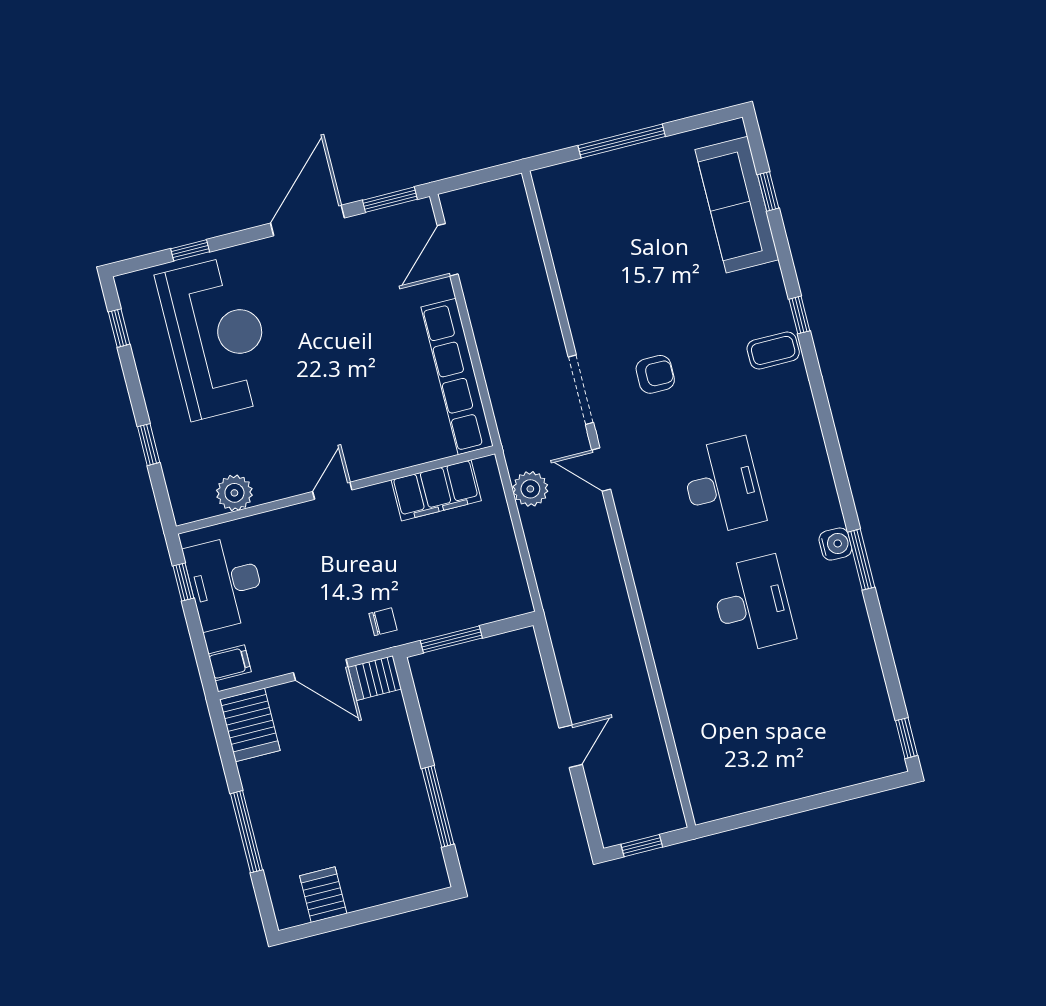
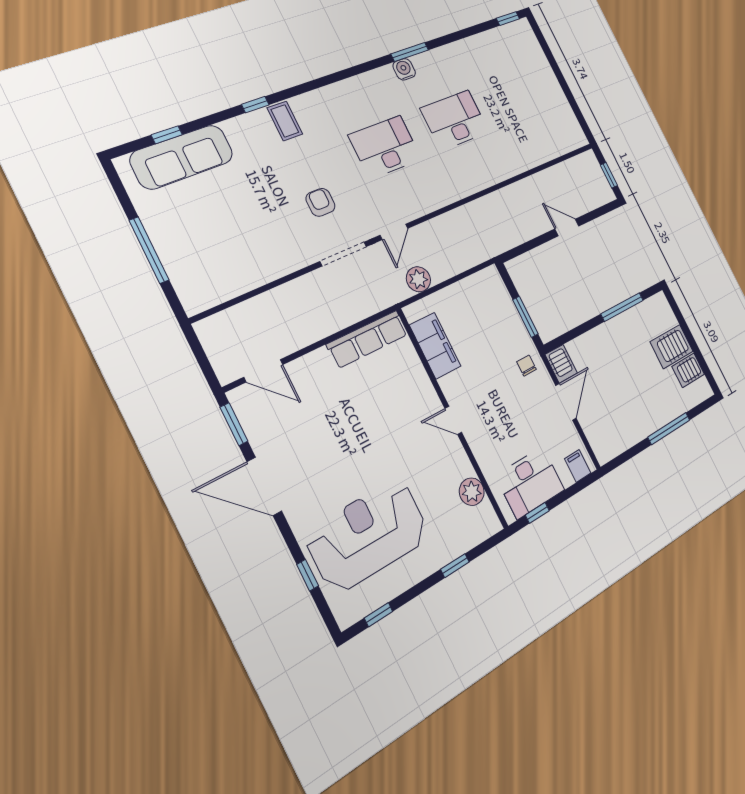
row of seats: (457, 377) -> (368, 339), width x0.73
server rack: (250, 725) -> (672, 347), moved, turned 180

